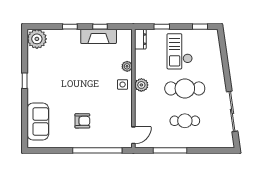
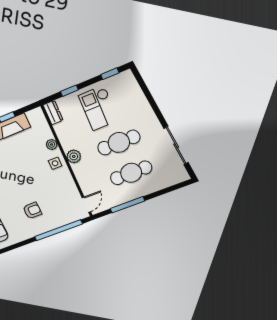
cafe table: (185, 121) -> (131, 173), width x1.37, depth x1.35

